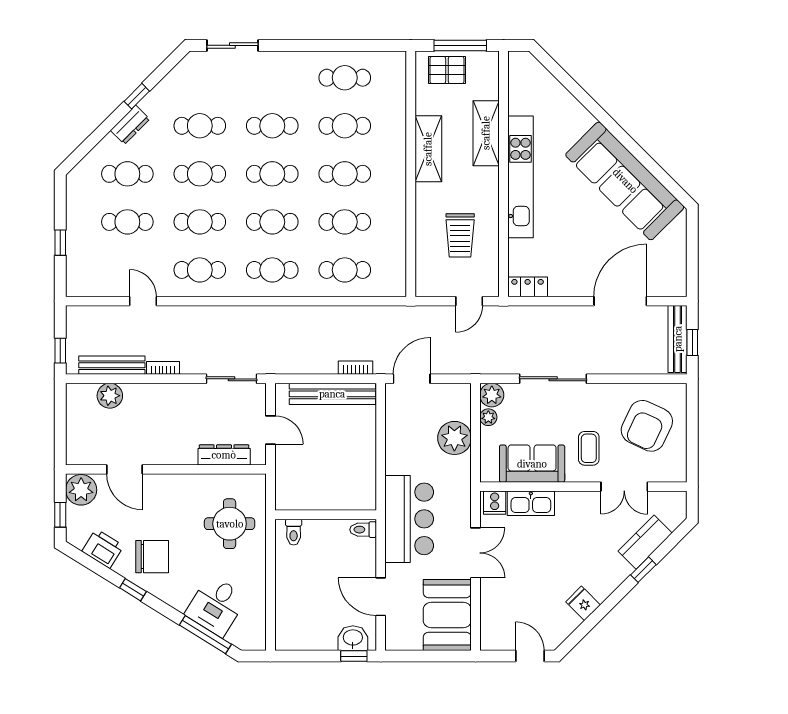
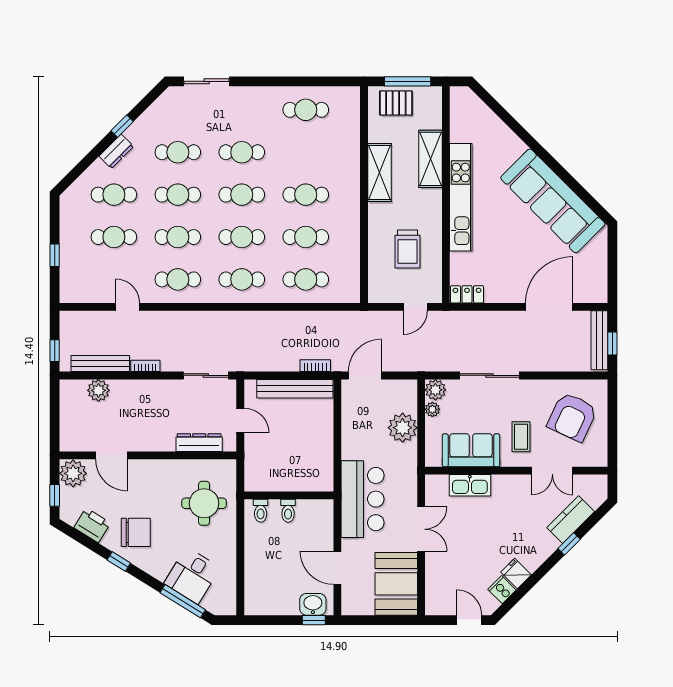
cafe table: (345, 126) -> (306, 152), removed
cooker: (495, 503) -> (502, 590), moved, turned 135
toilet: (363, 530) -> (288, 511), moved, turned -90

